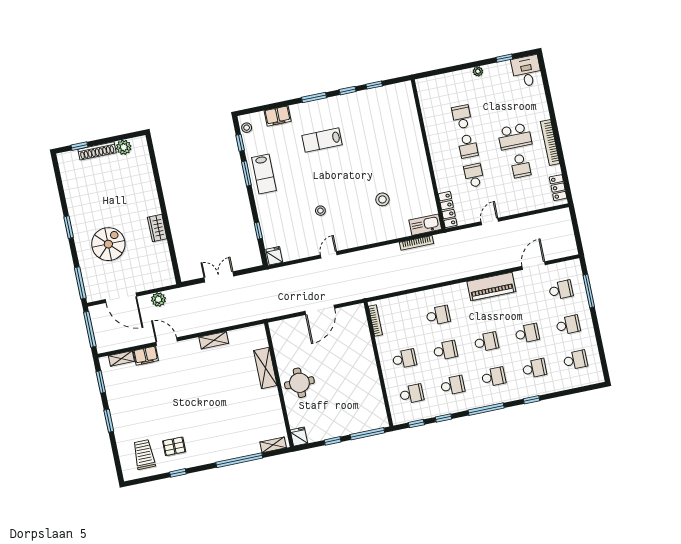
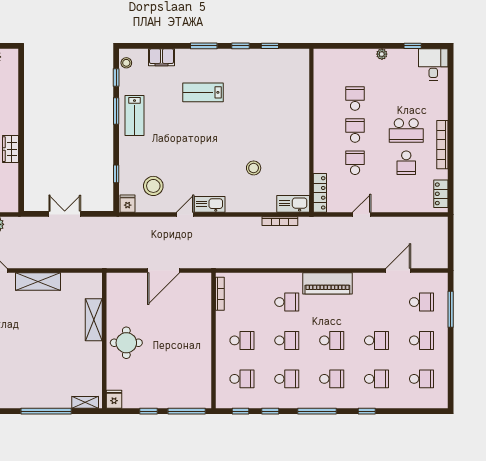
school desk: (468, 146) -> (355, 131), turned 180
stool: (320, 211) -> (153, 186), moved, width x1.89, depth x1.89
kitchen sink: (349, 241) -> (210, 204), added
piano: (491, 287) -> (327, 283), moved
shelving: (214, 340) -> (38, 281), width x1.50, depth x1.33

